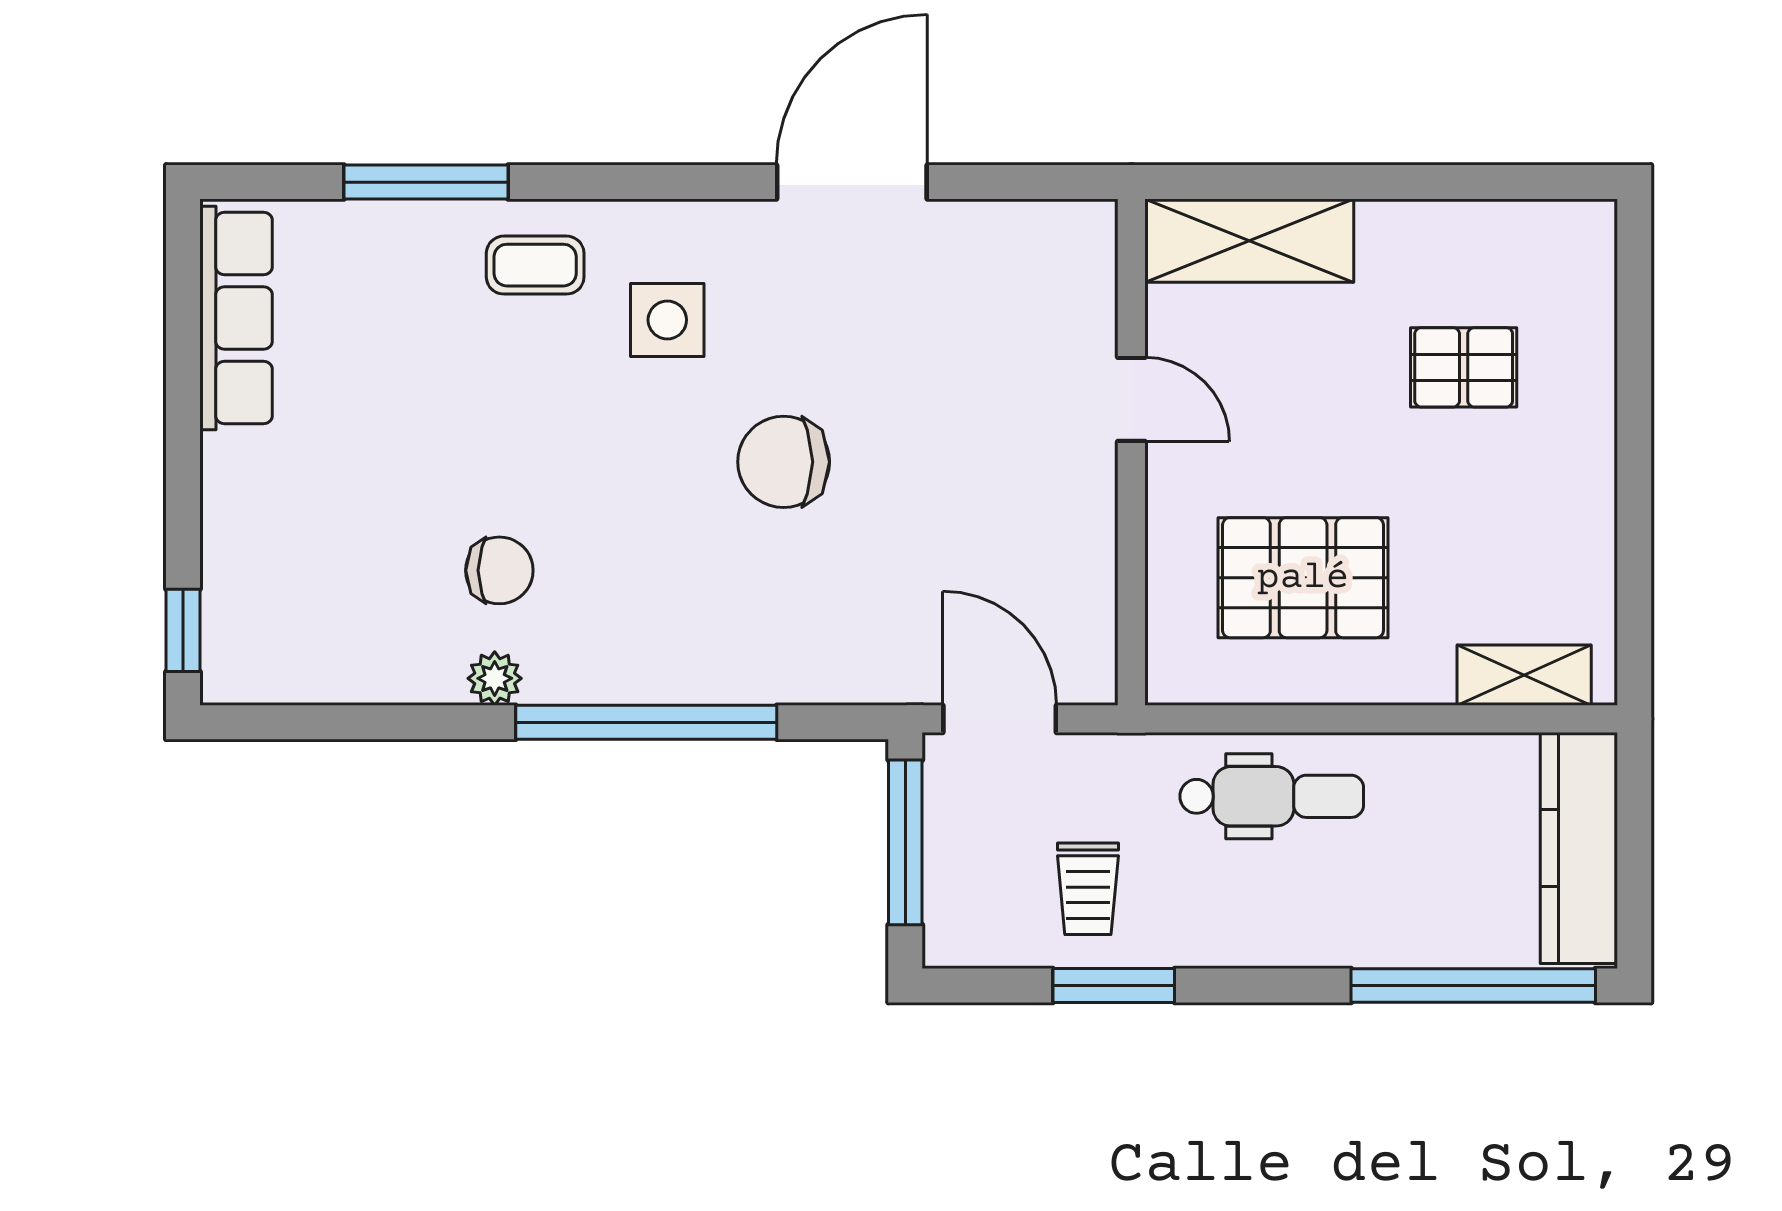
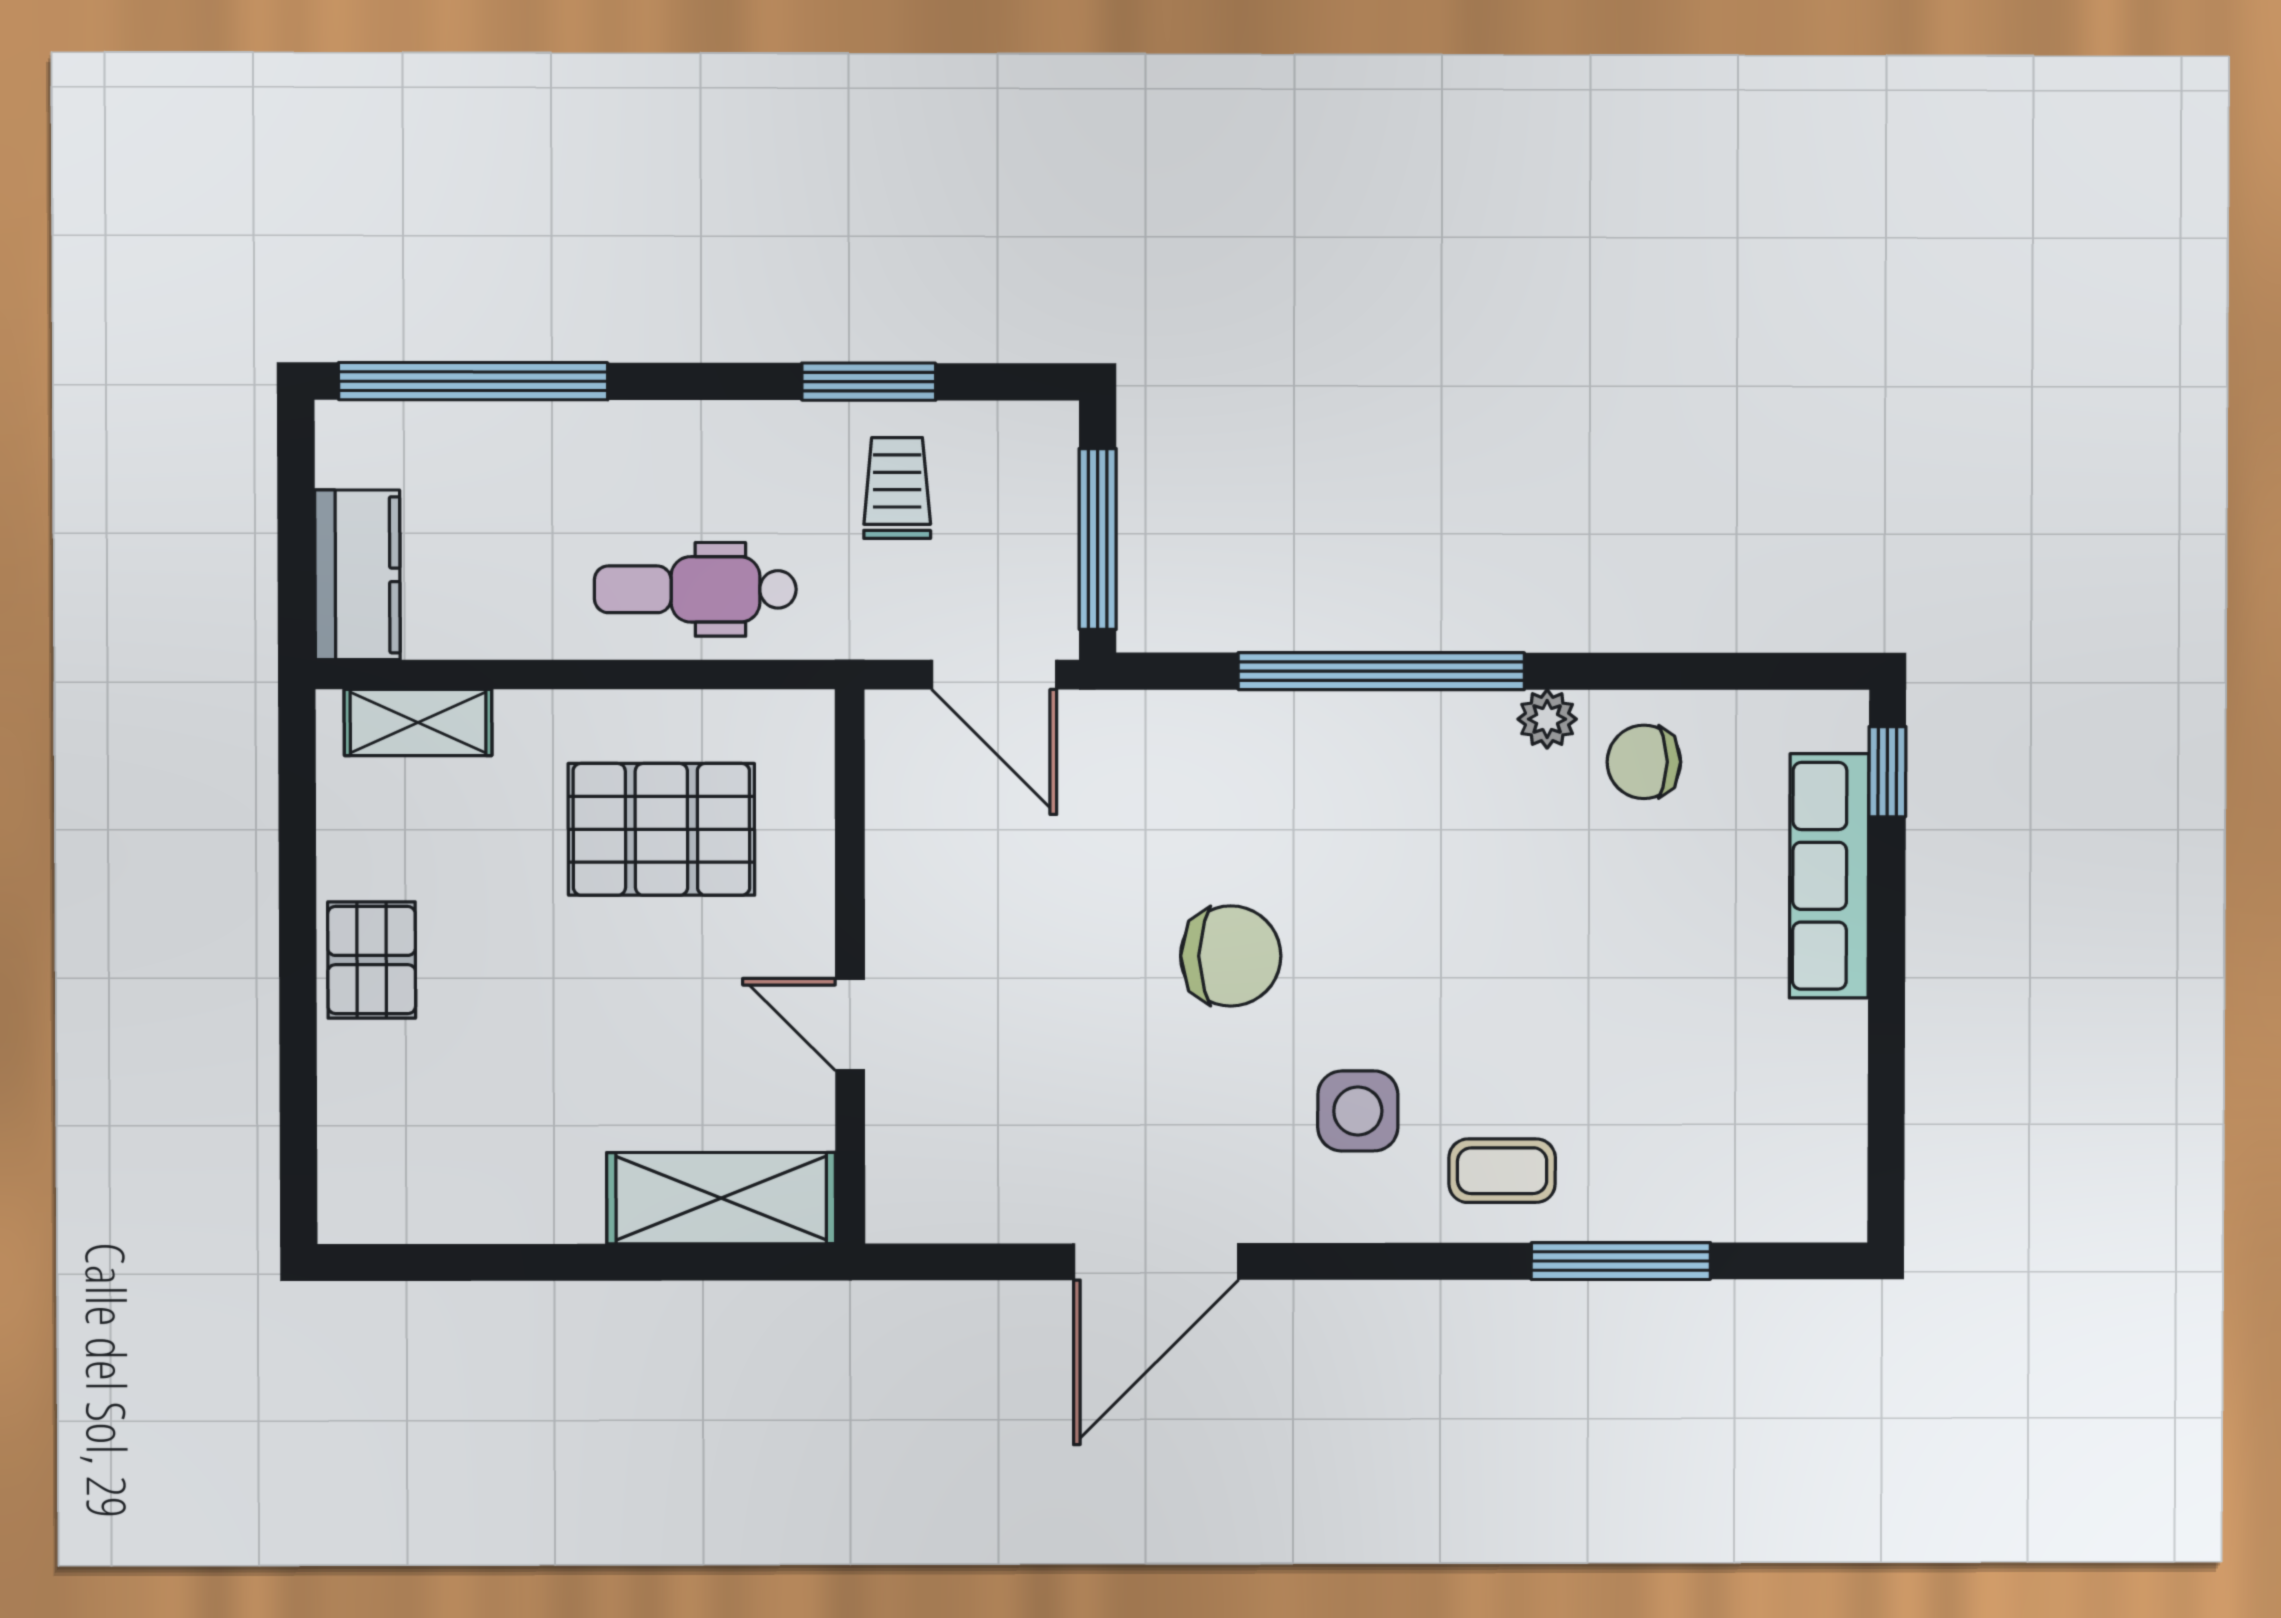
row of seats: (236, 318) -> (1829, 876), moved
pallet: (1464, 367) -> (372, 960), moved, turned 90
chair: (499, 570) -> (1644, 762), moved
kitchen counter: (1579, 848) -> (357, 575), width x0.67

